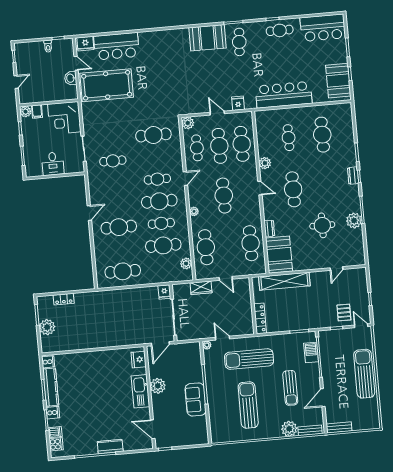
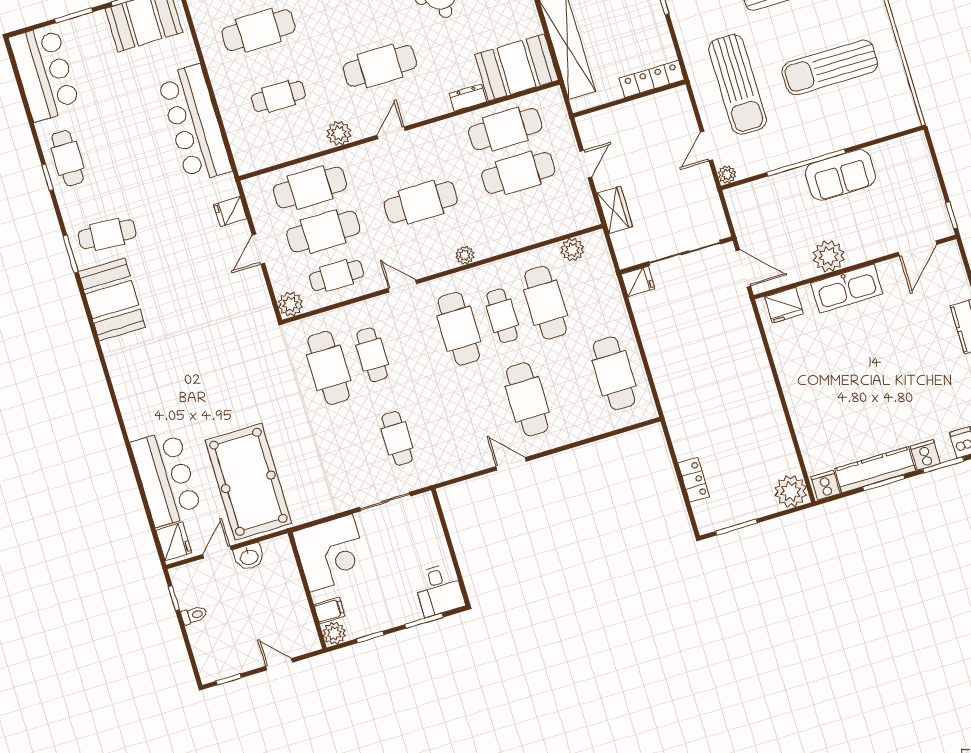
desk: (53, 164) -> (439, 590), moved, turned 90
cafe table: (157, 179) -> (372, 355), moved
cafe table: (206, 247) -> (518, 173), moved
plant: (47, 327) -> (791, 491), moved

